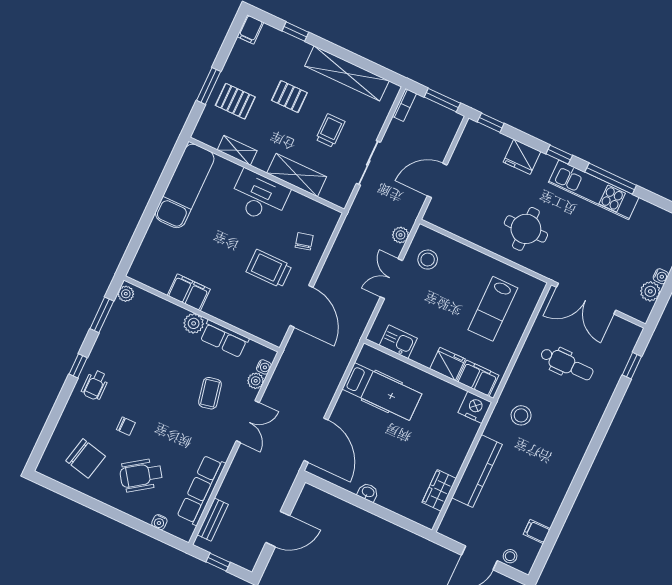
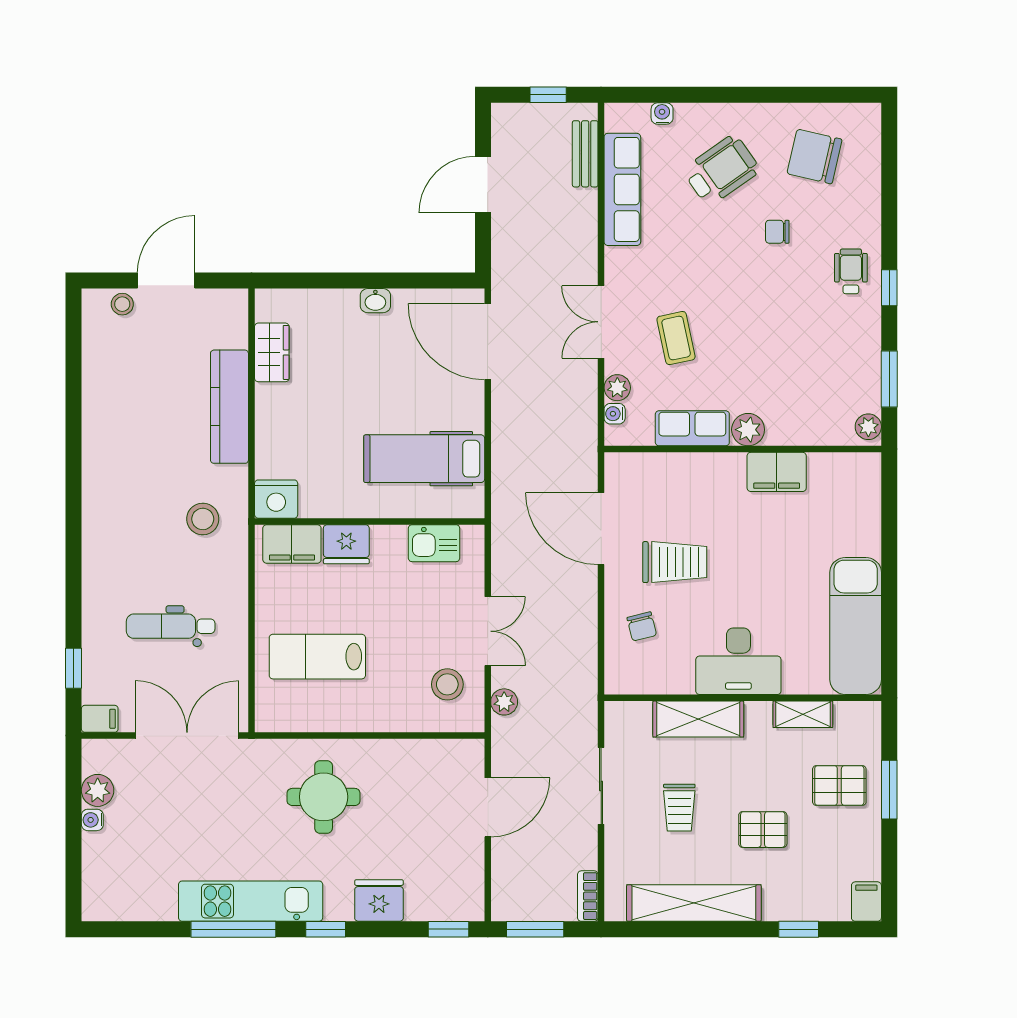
lab bench: (493, 309) -> (317, 657), turned -90
filing cabinet: (537, 532) -> (100, 719), moved

